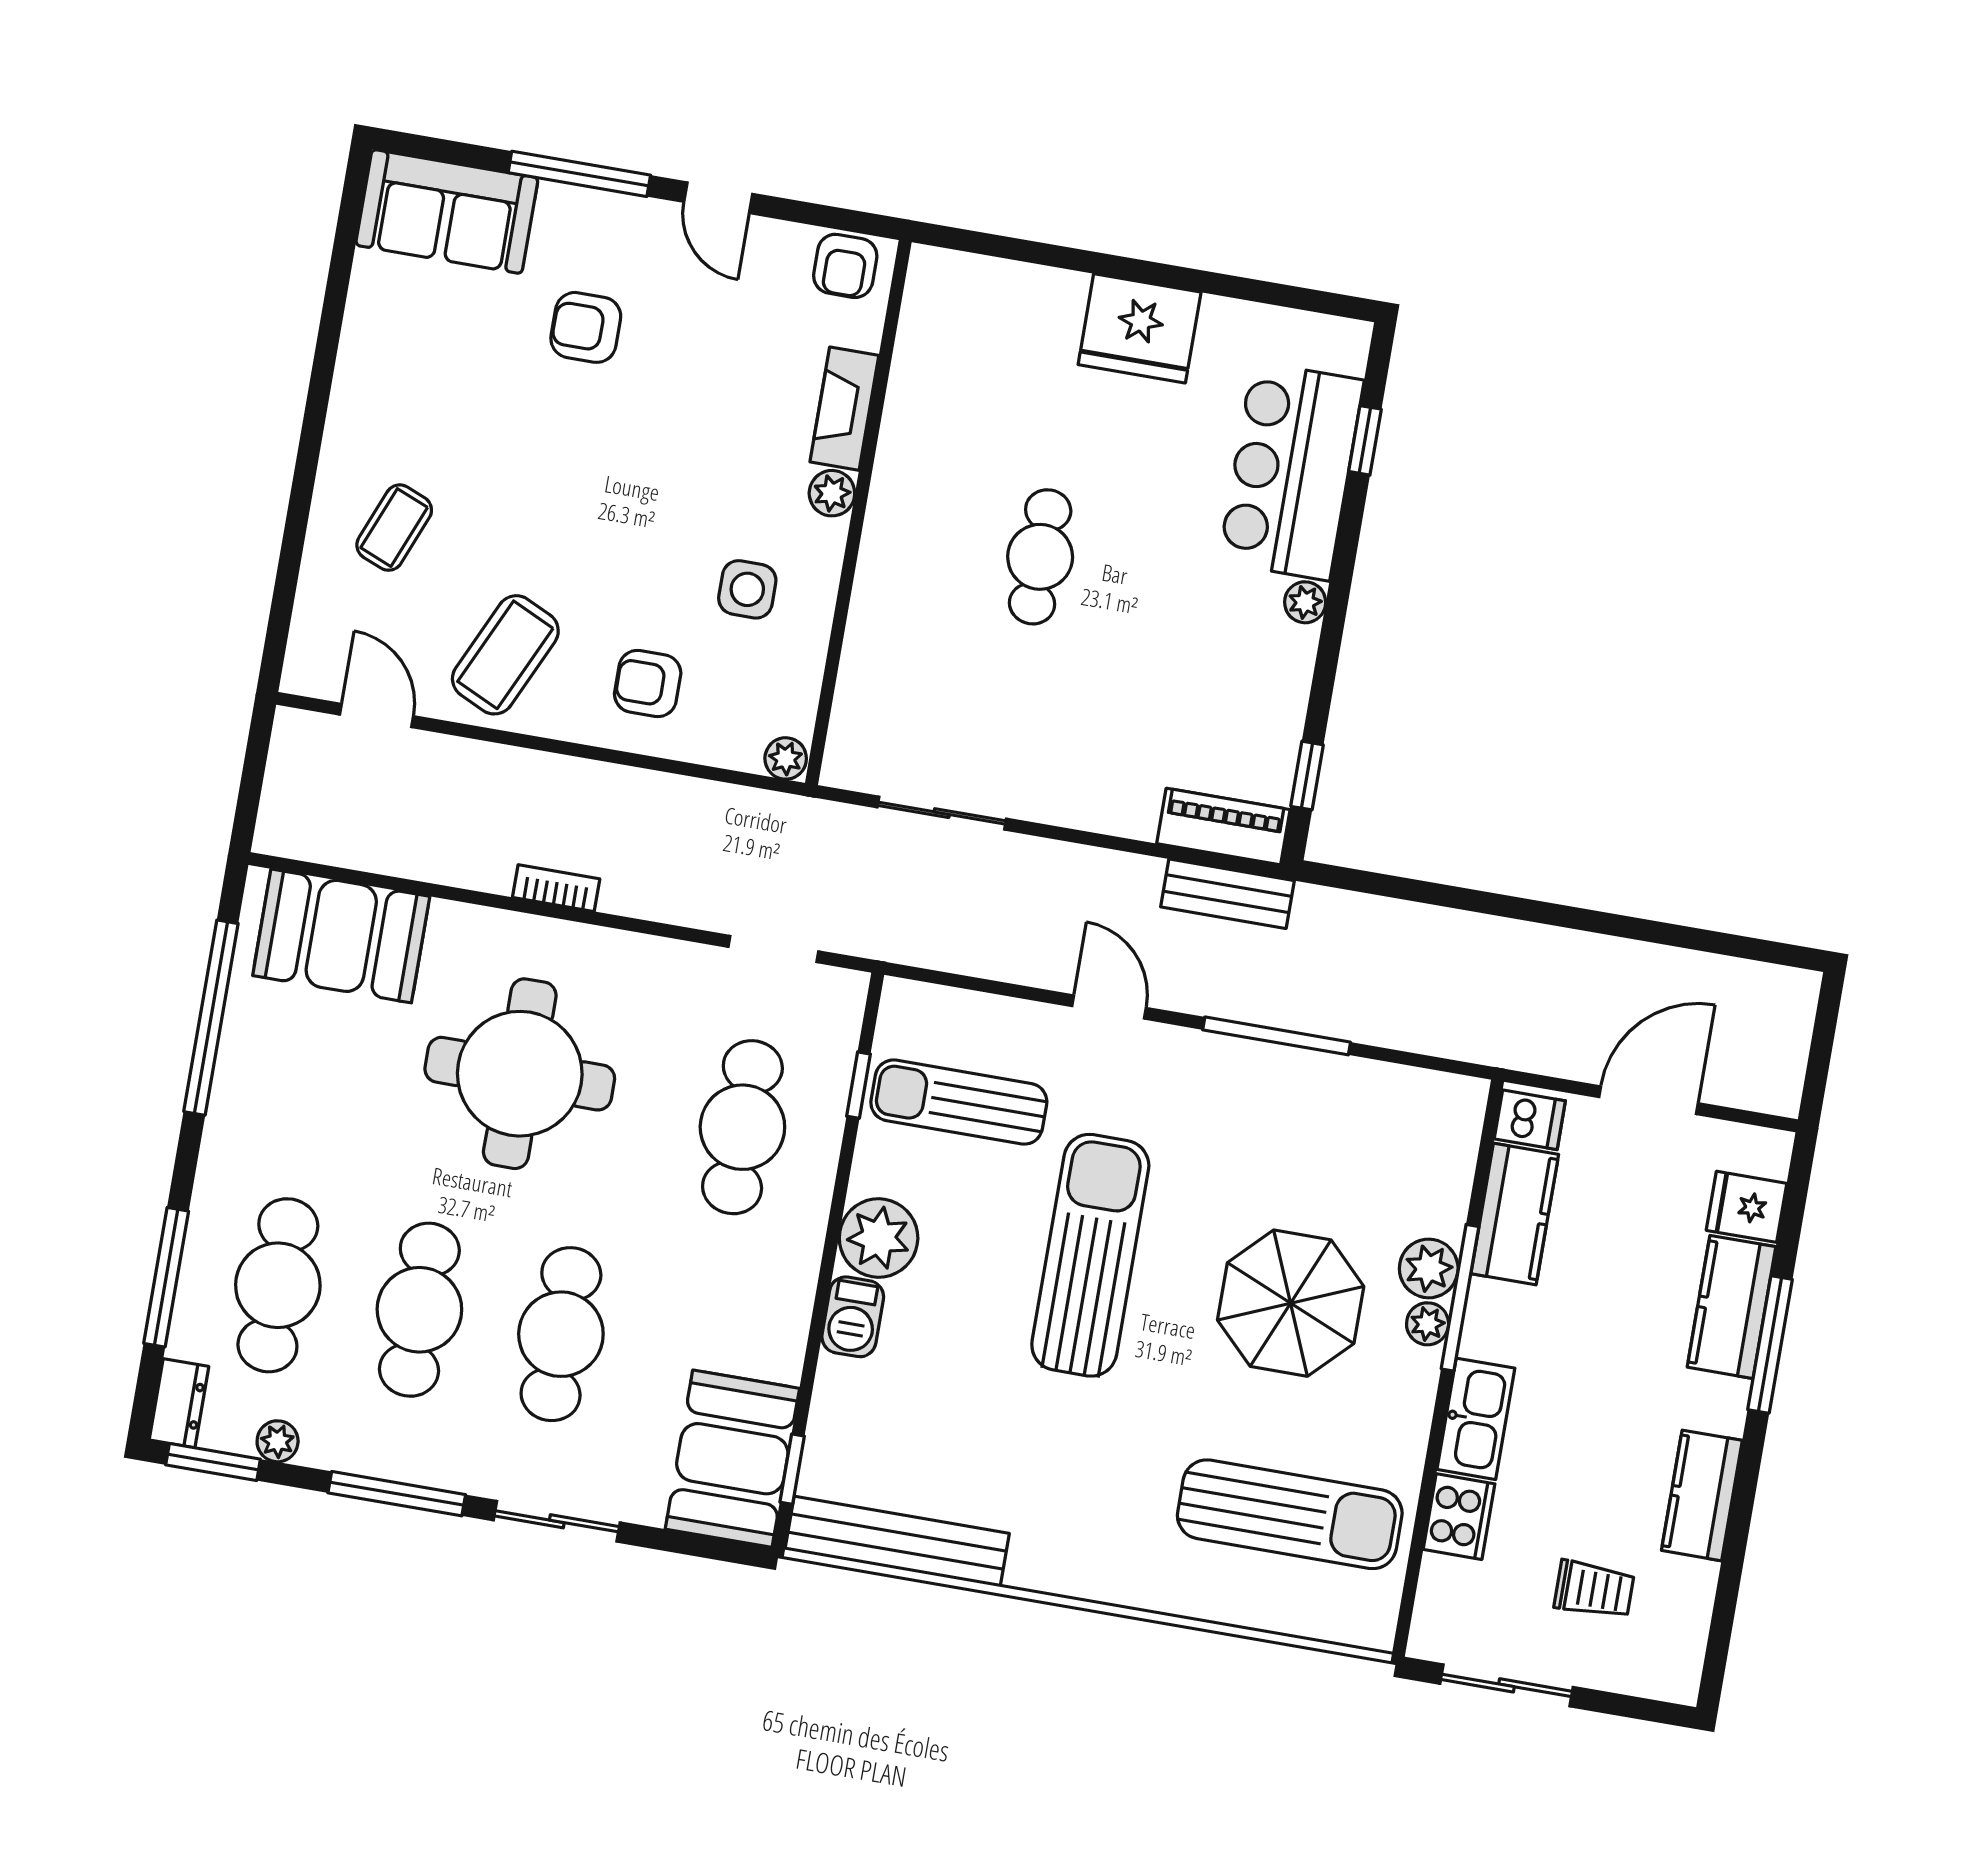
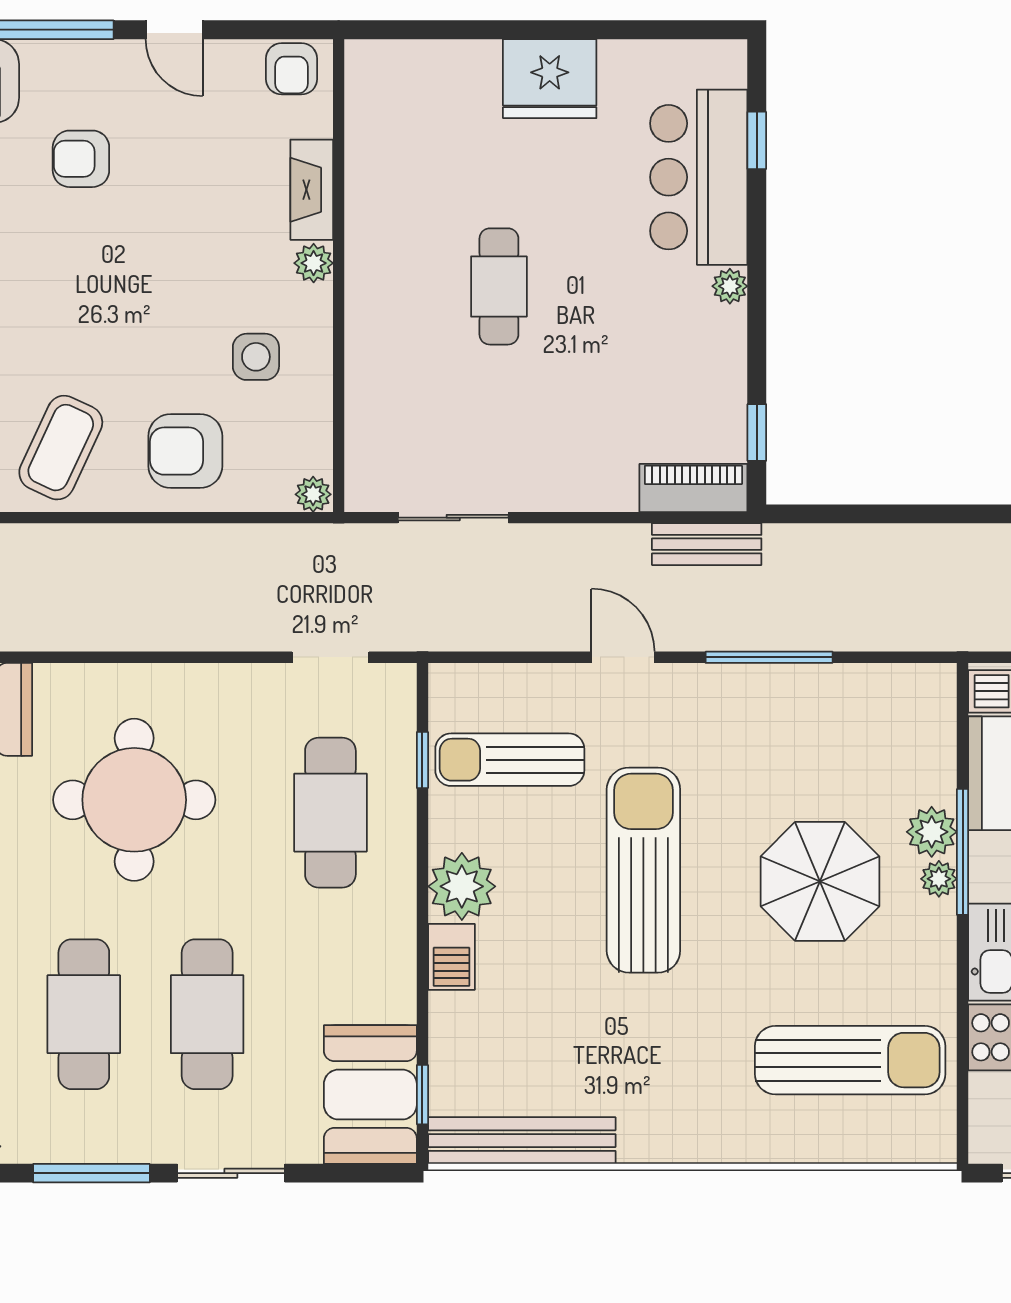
armchair: (648, 684) -> (185, 451), width x1.38, depth x1.38
bookcase: (556, 888) -> (138, 638), removed

